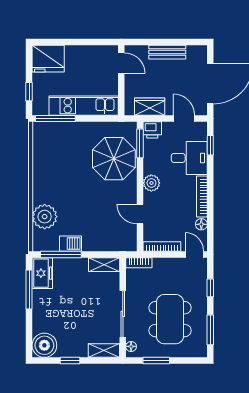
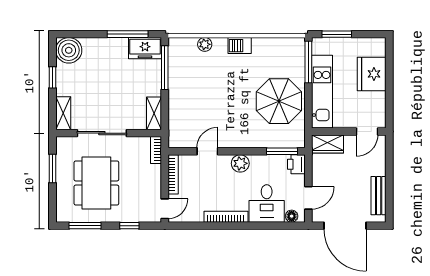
bench: (167, 52) -> (379, 196), moved
fridge: (48, 59) -> (372, 74), moved
window: (29, 92) -> (337, 34), width x1.50
wardrobe: (150, 107) -> (328, 144), moved, turned 90
window: (210, 145) -> (280, 226), removed
parasol: (114, 159) -> (279, 101), moved
plant: (45, 217) -> (205, 44), width x0.53, depth x0.53
floor lamp: (201, 224) -> (292, 216), moved
barbecue: (70, 244) -> (240, 46), moved, turned 90
dining table: (170, 319) -> (96, 183), turned 90
floor lamp: (131, 346) -> (67, 142), removed

